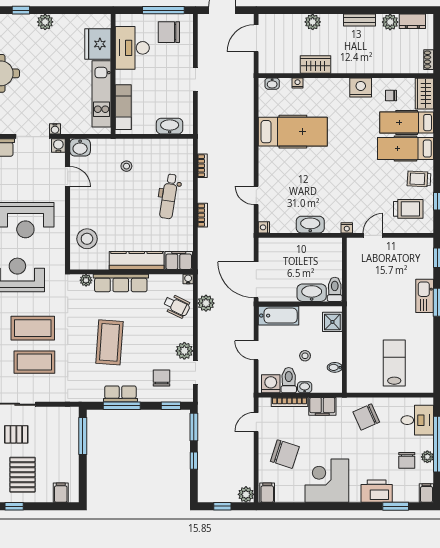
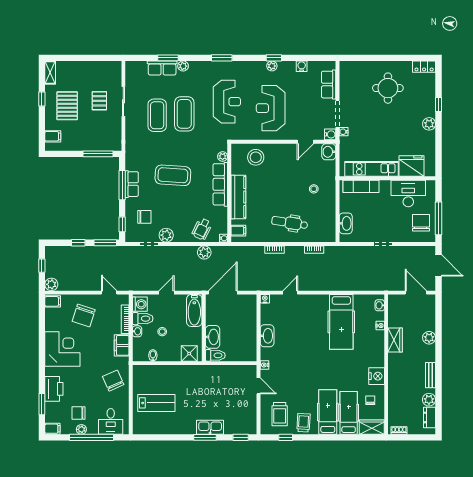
filing cabinet: (179, 261) -> (238, 231), width x0.50
pallet: (22, 475) -> (67, 106), turned 90

